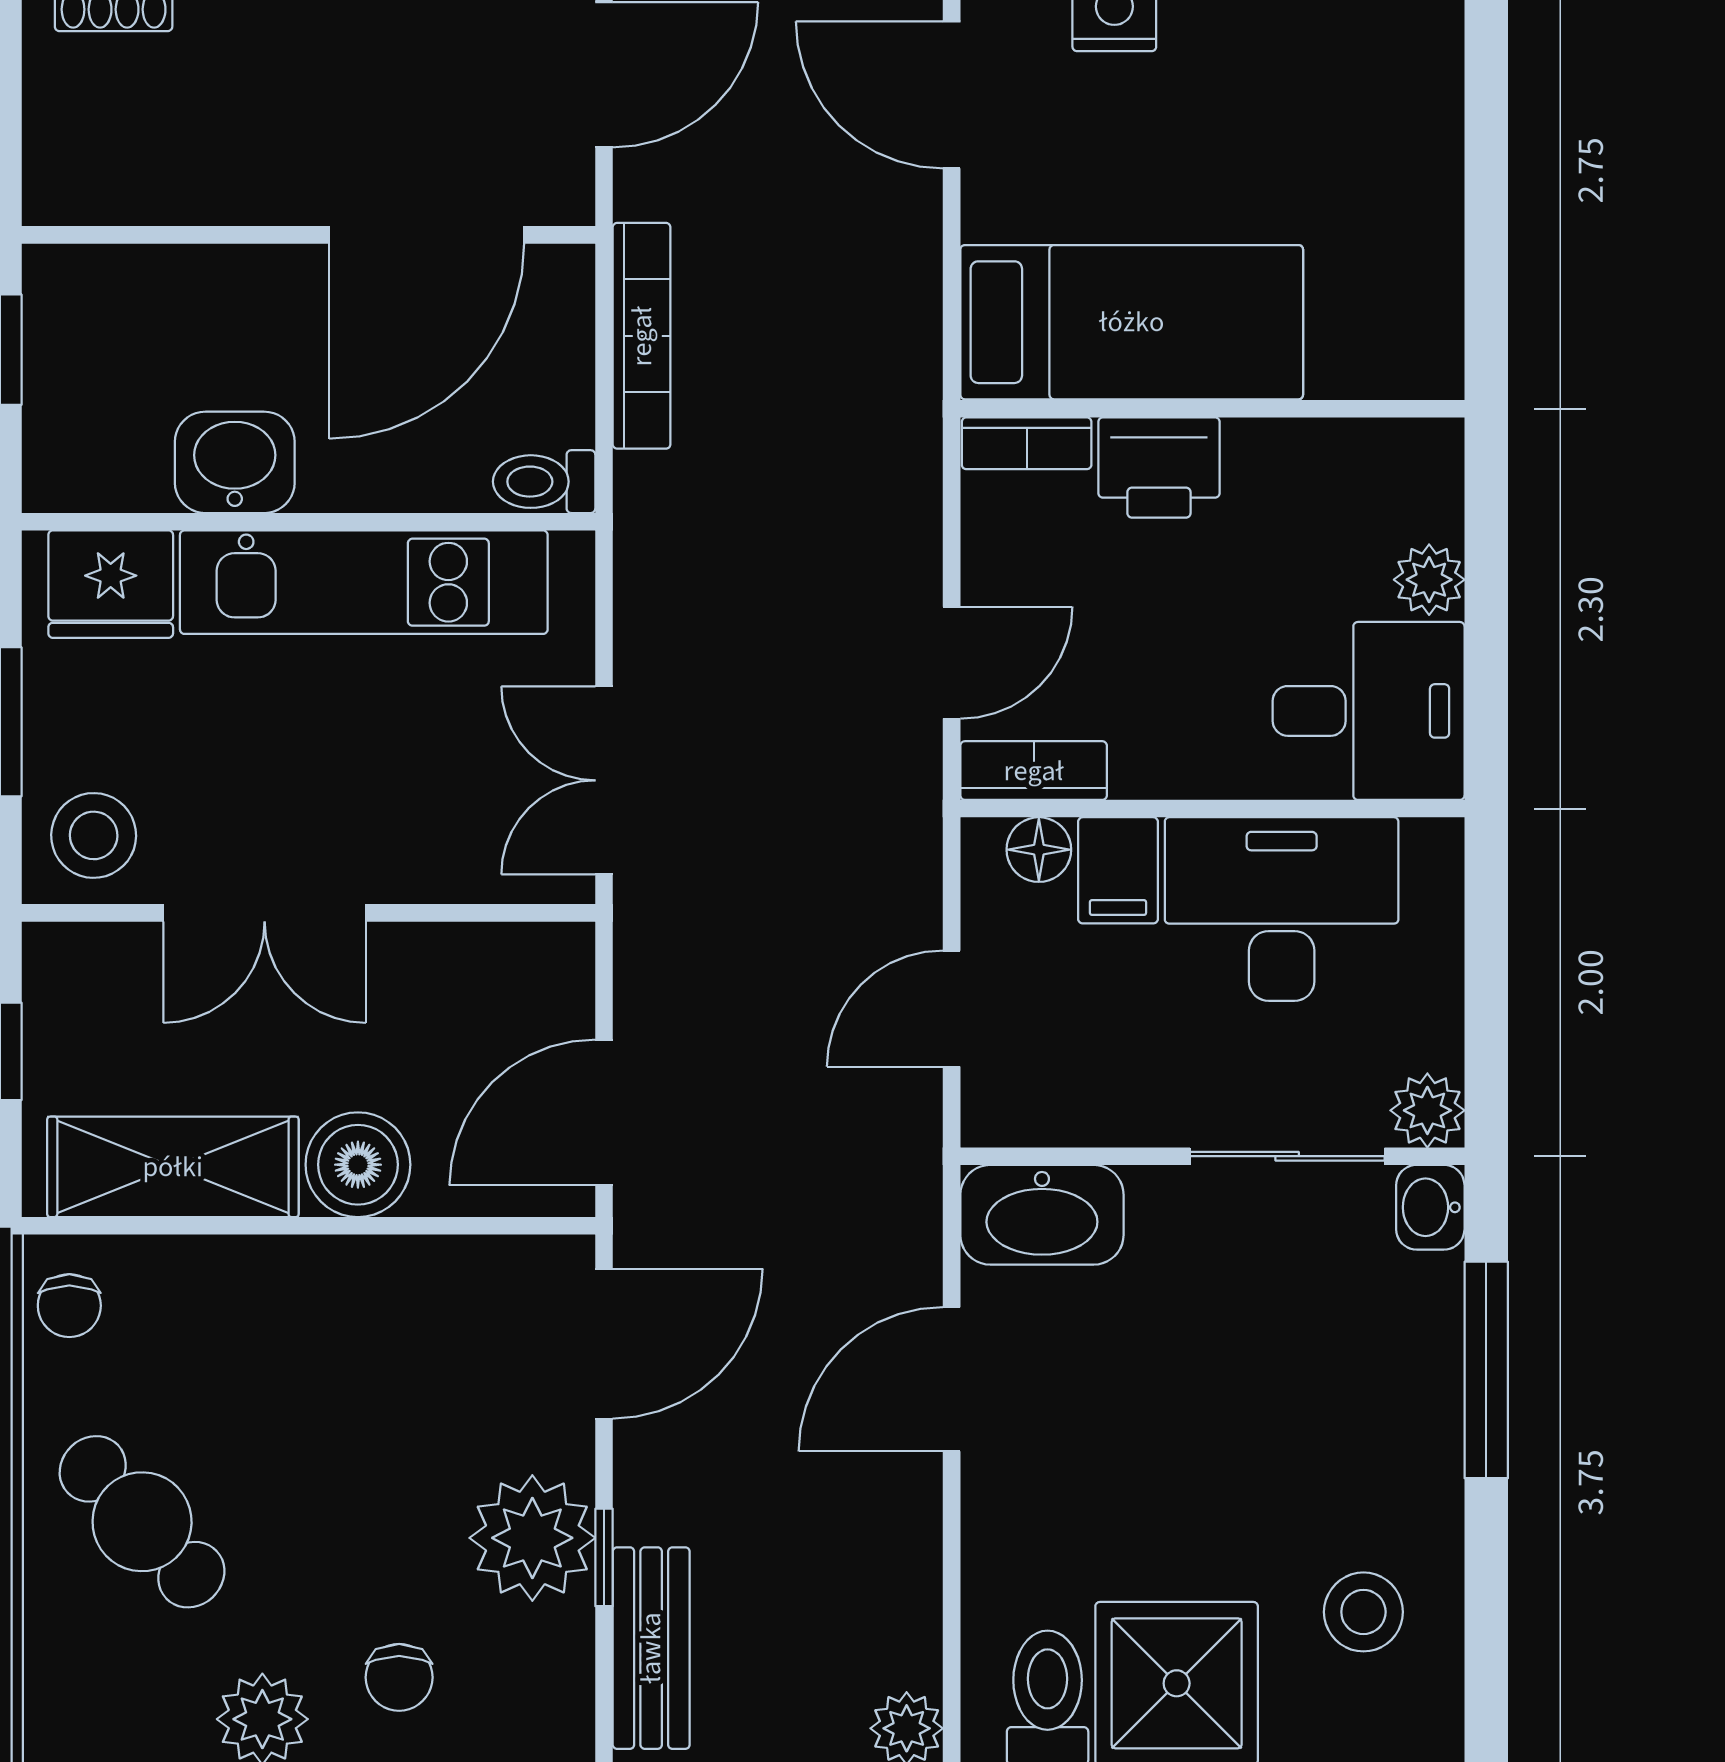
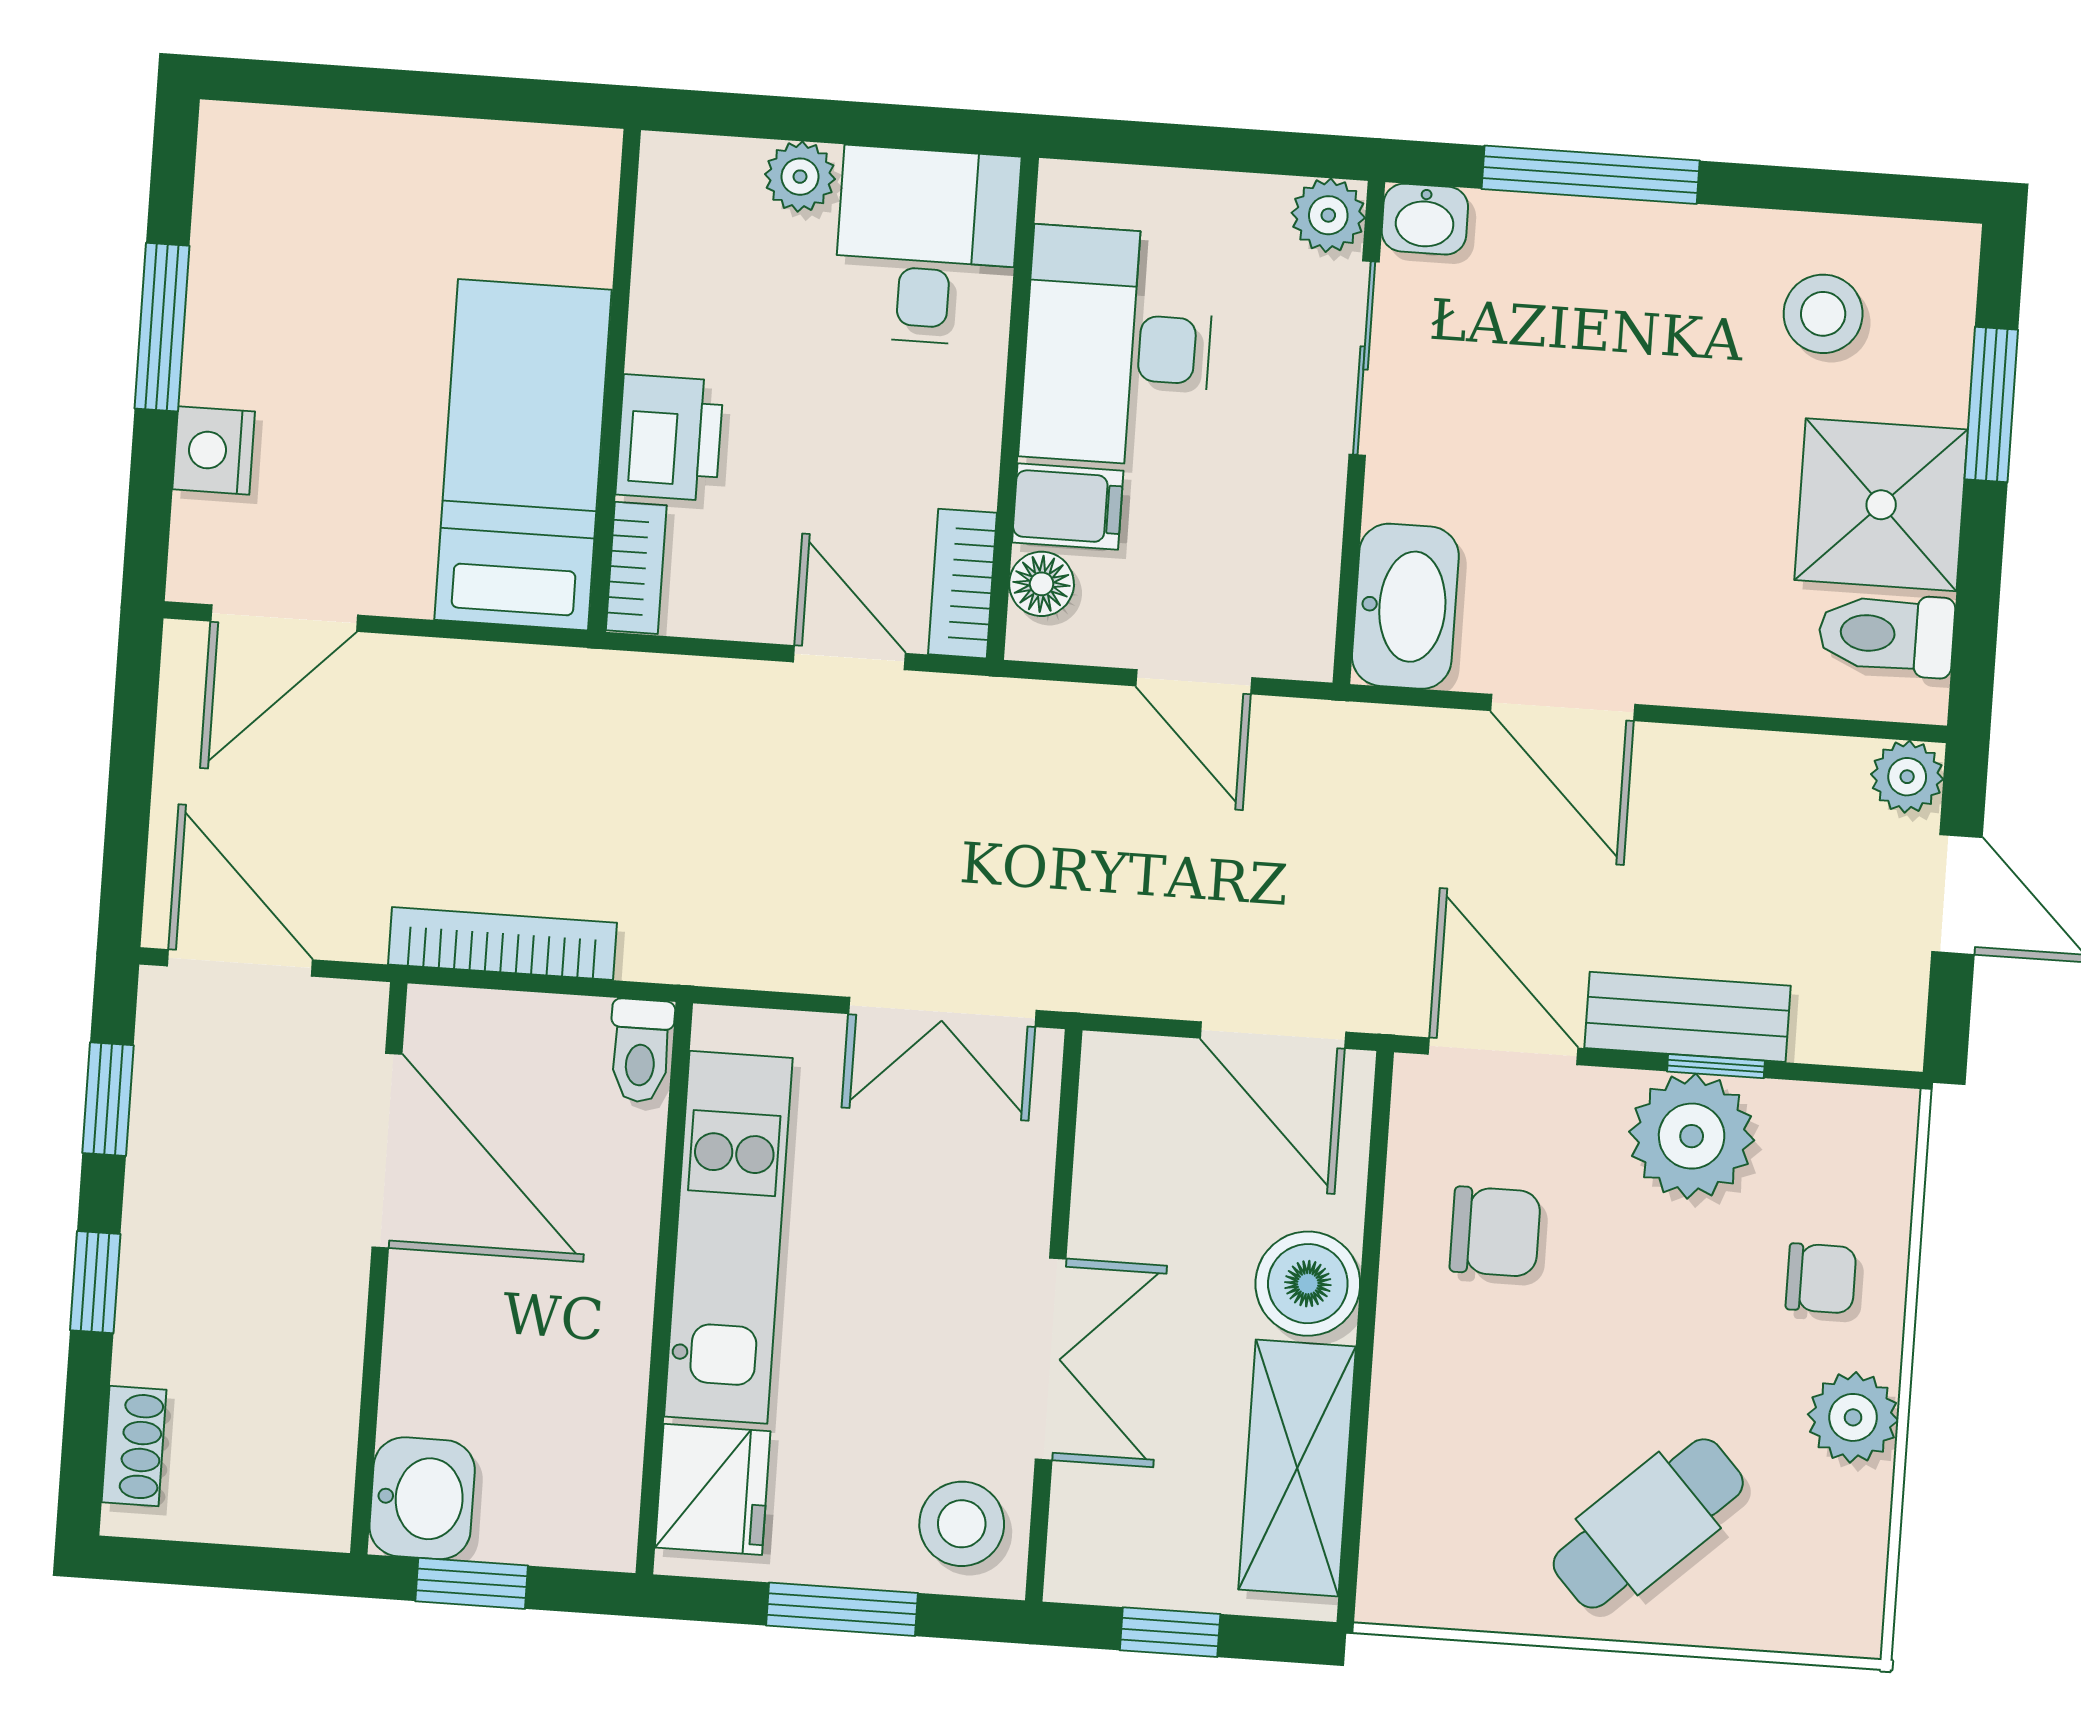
washbasin: (235, 462) -> (422, 1498), moved, turned 180
chair: (69, 1306) -> (1495, 1232), moved, width x1.37, depth x1.37
bench: (651, 1648) -> (1688, 1017), moved

